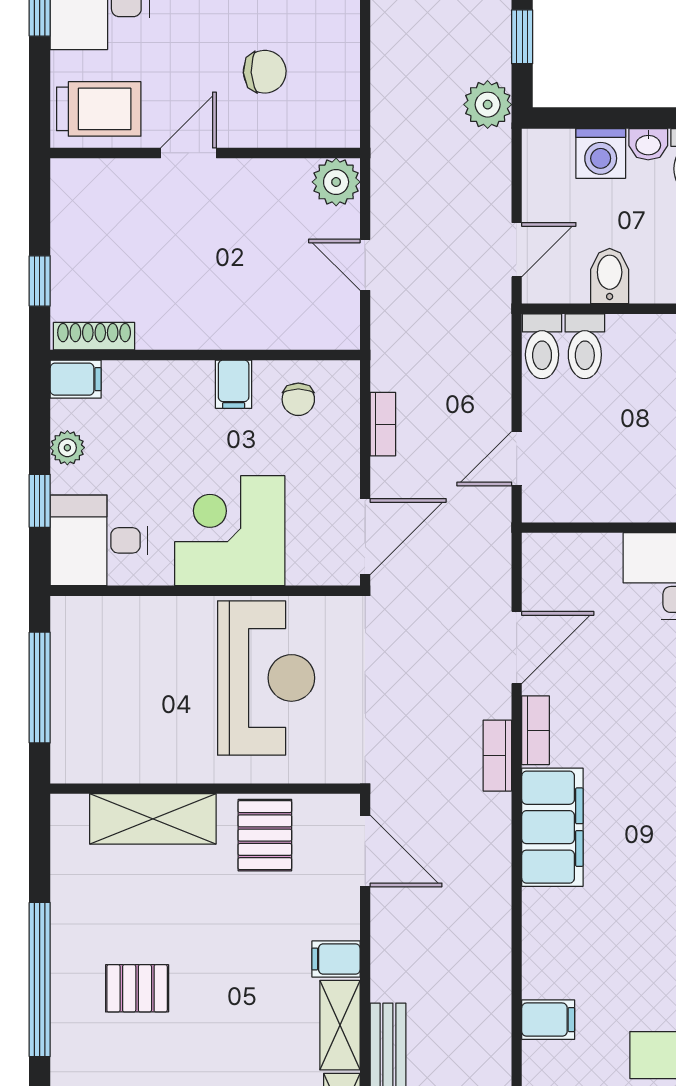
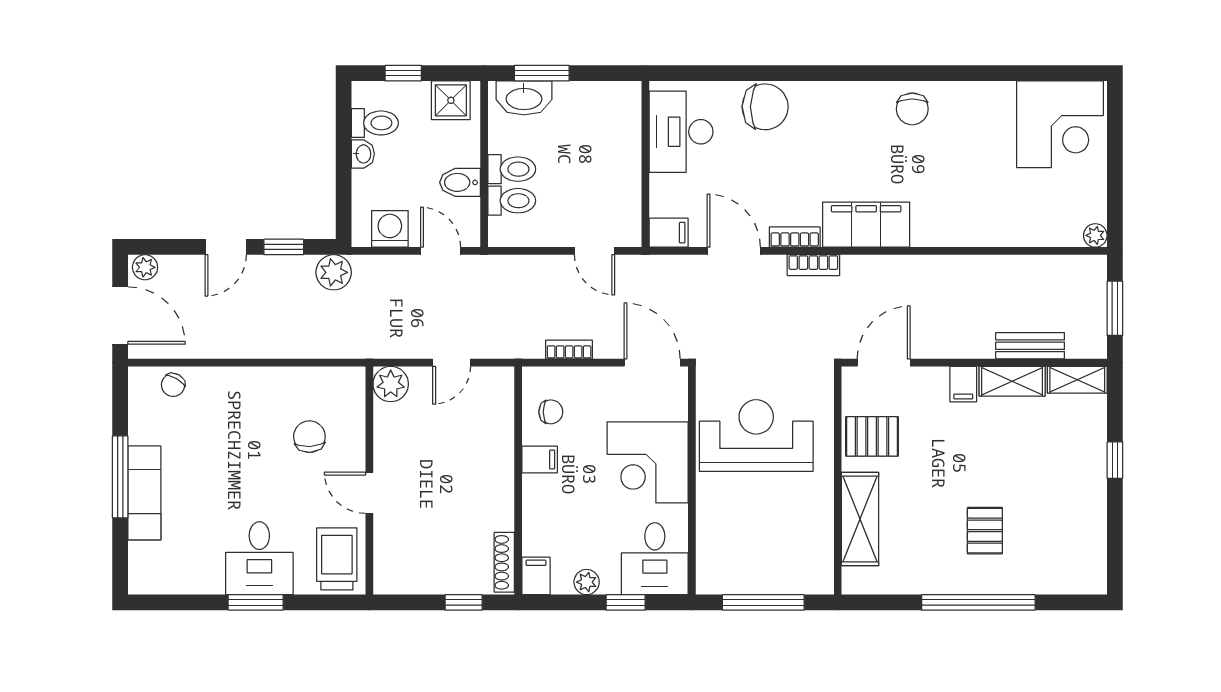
washing machine: (601, 153) -> (390, 229), moved, turned -90
toilet: (542, 346) -> (512, 169), moved
filing cabinet: (548, 1020) -> (669, 233), moved, turned 90

